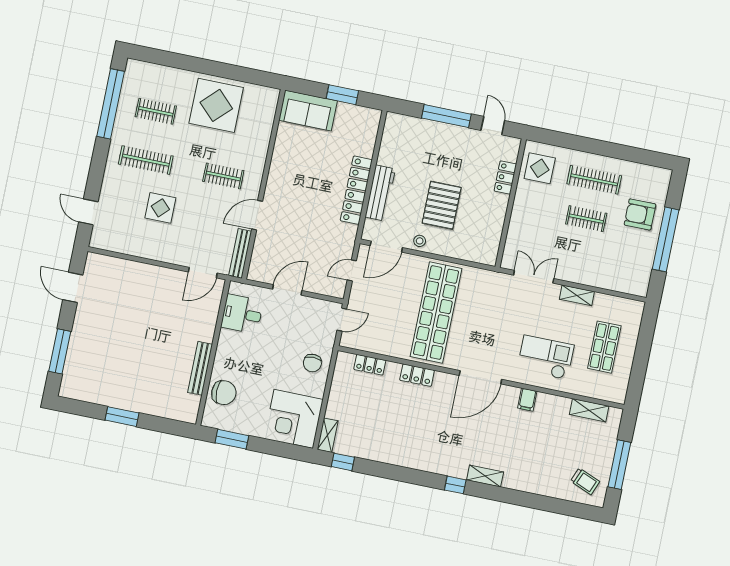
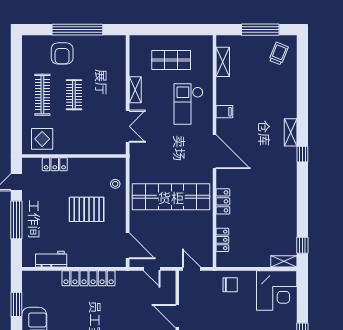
workbench: (380, 193) -> (51, 259), moved, width x0.73
stool: (420, 241) -> (115, 184), moved
double door: (534, 277) -> (128, 126), swing flipped

